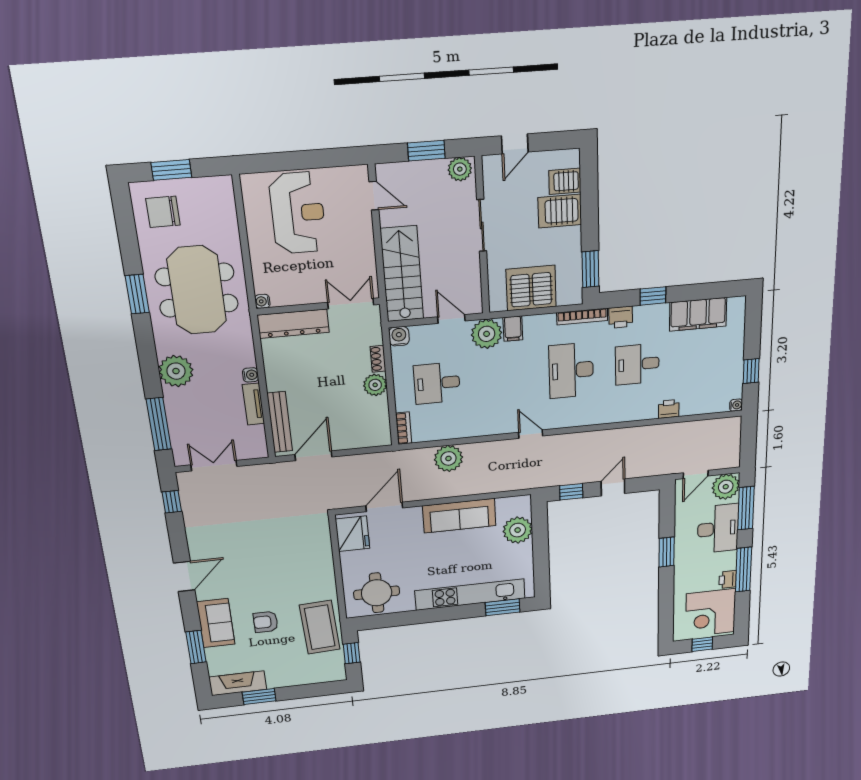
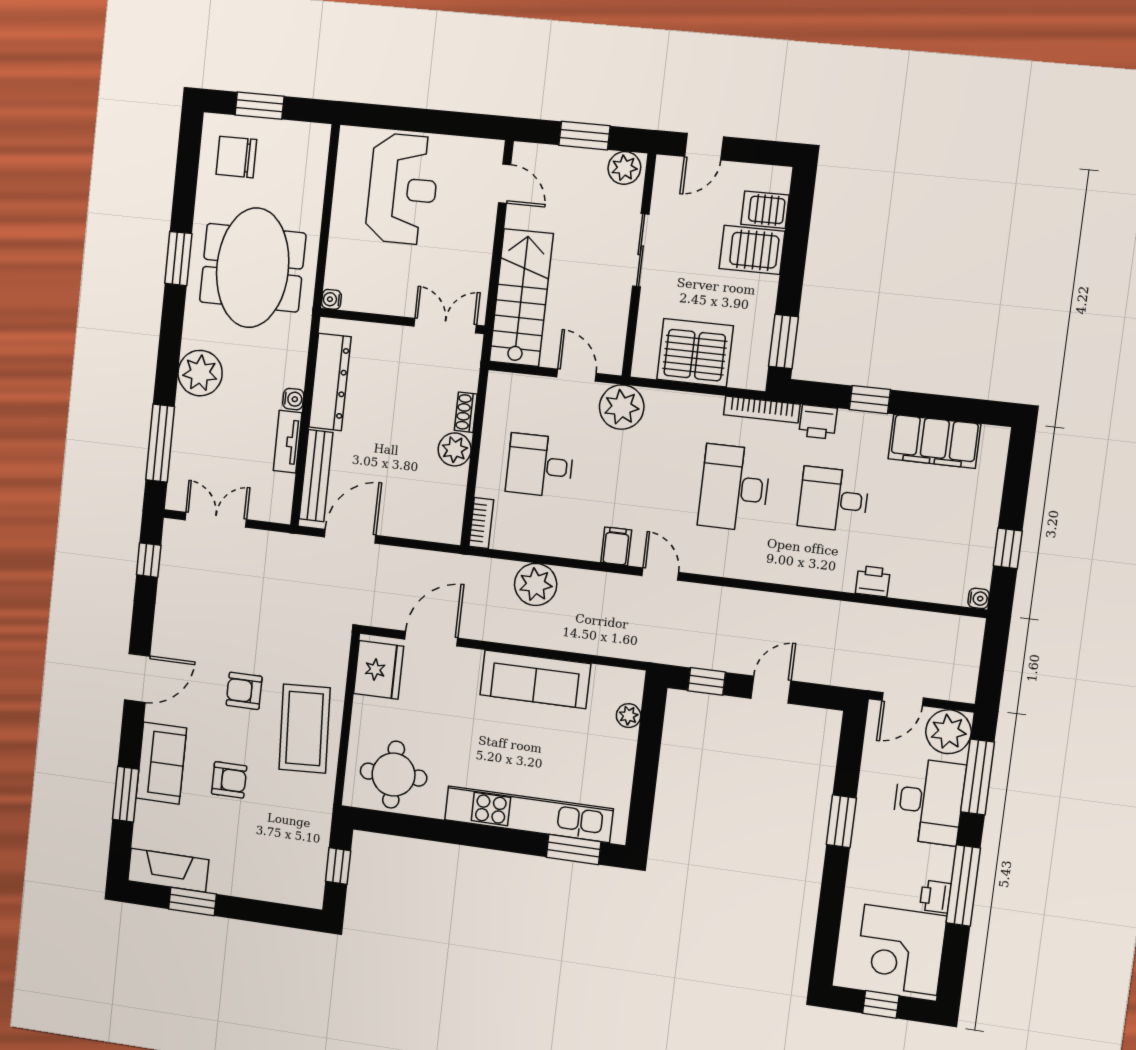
dresser: (293, 324) -> (330, 382), moved, turned -90
filing cabinet: (513, 329) -> (616, 546), moved, turned 180
water cooler: (399, 336) -> (500, 385), removed
plant: (518, 530) -> (629, 716), width x0.53, depth x0.53
armchair: (262, 567) -> (244, 691), added
armchair: (266, 622) -> (229, 780), turned 180
coffee table: (320, 627) -> (305, 729), moved

